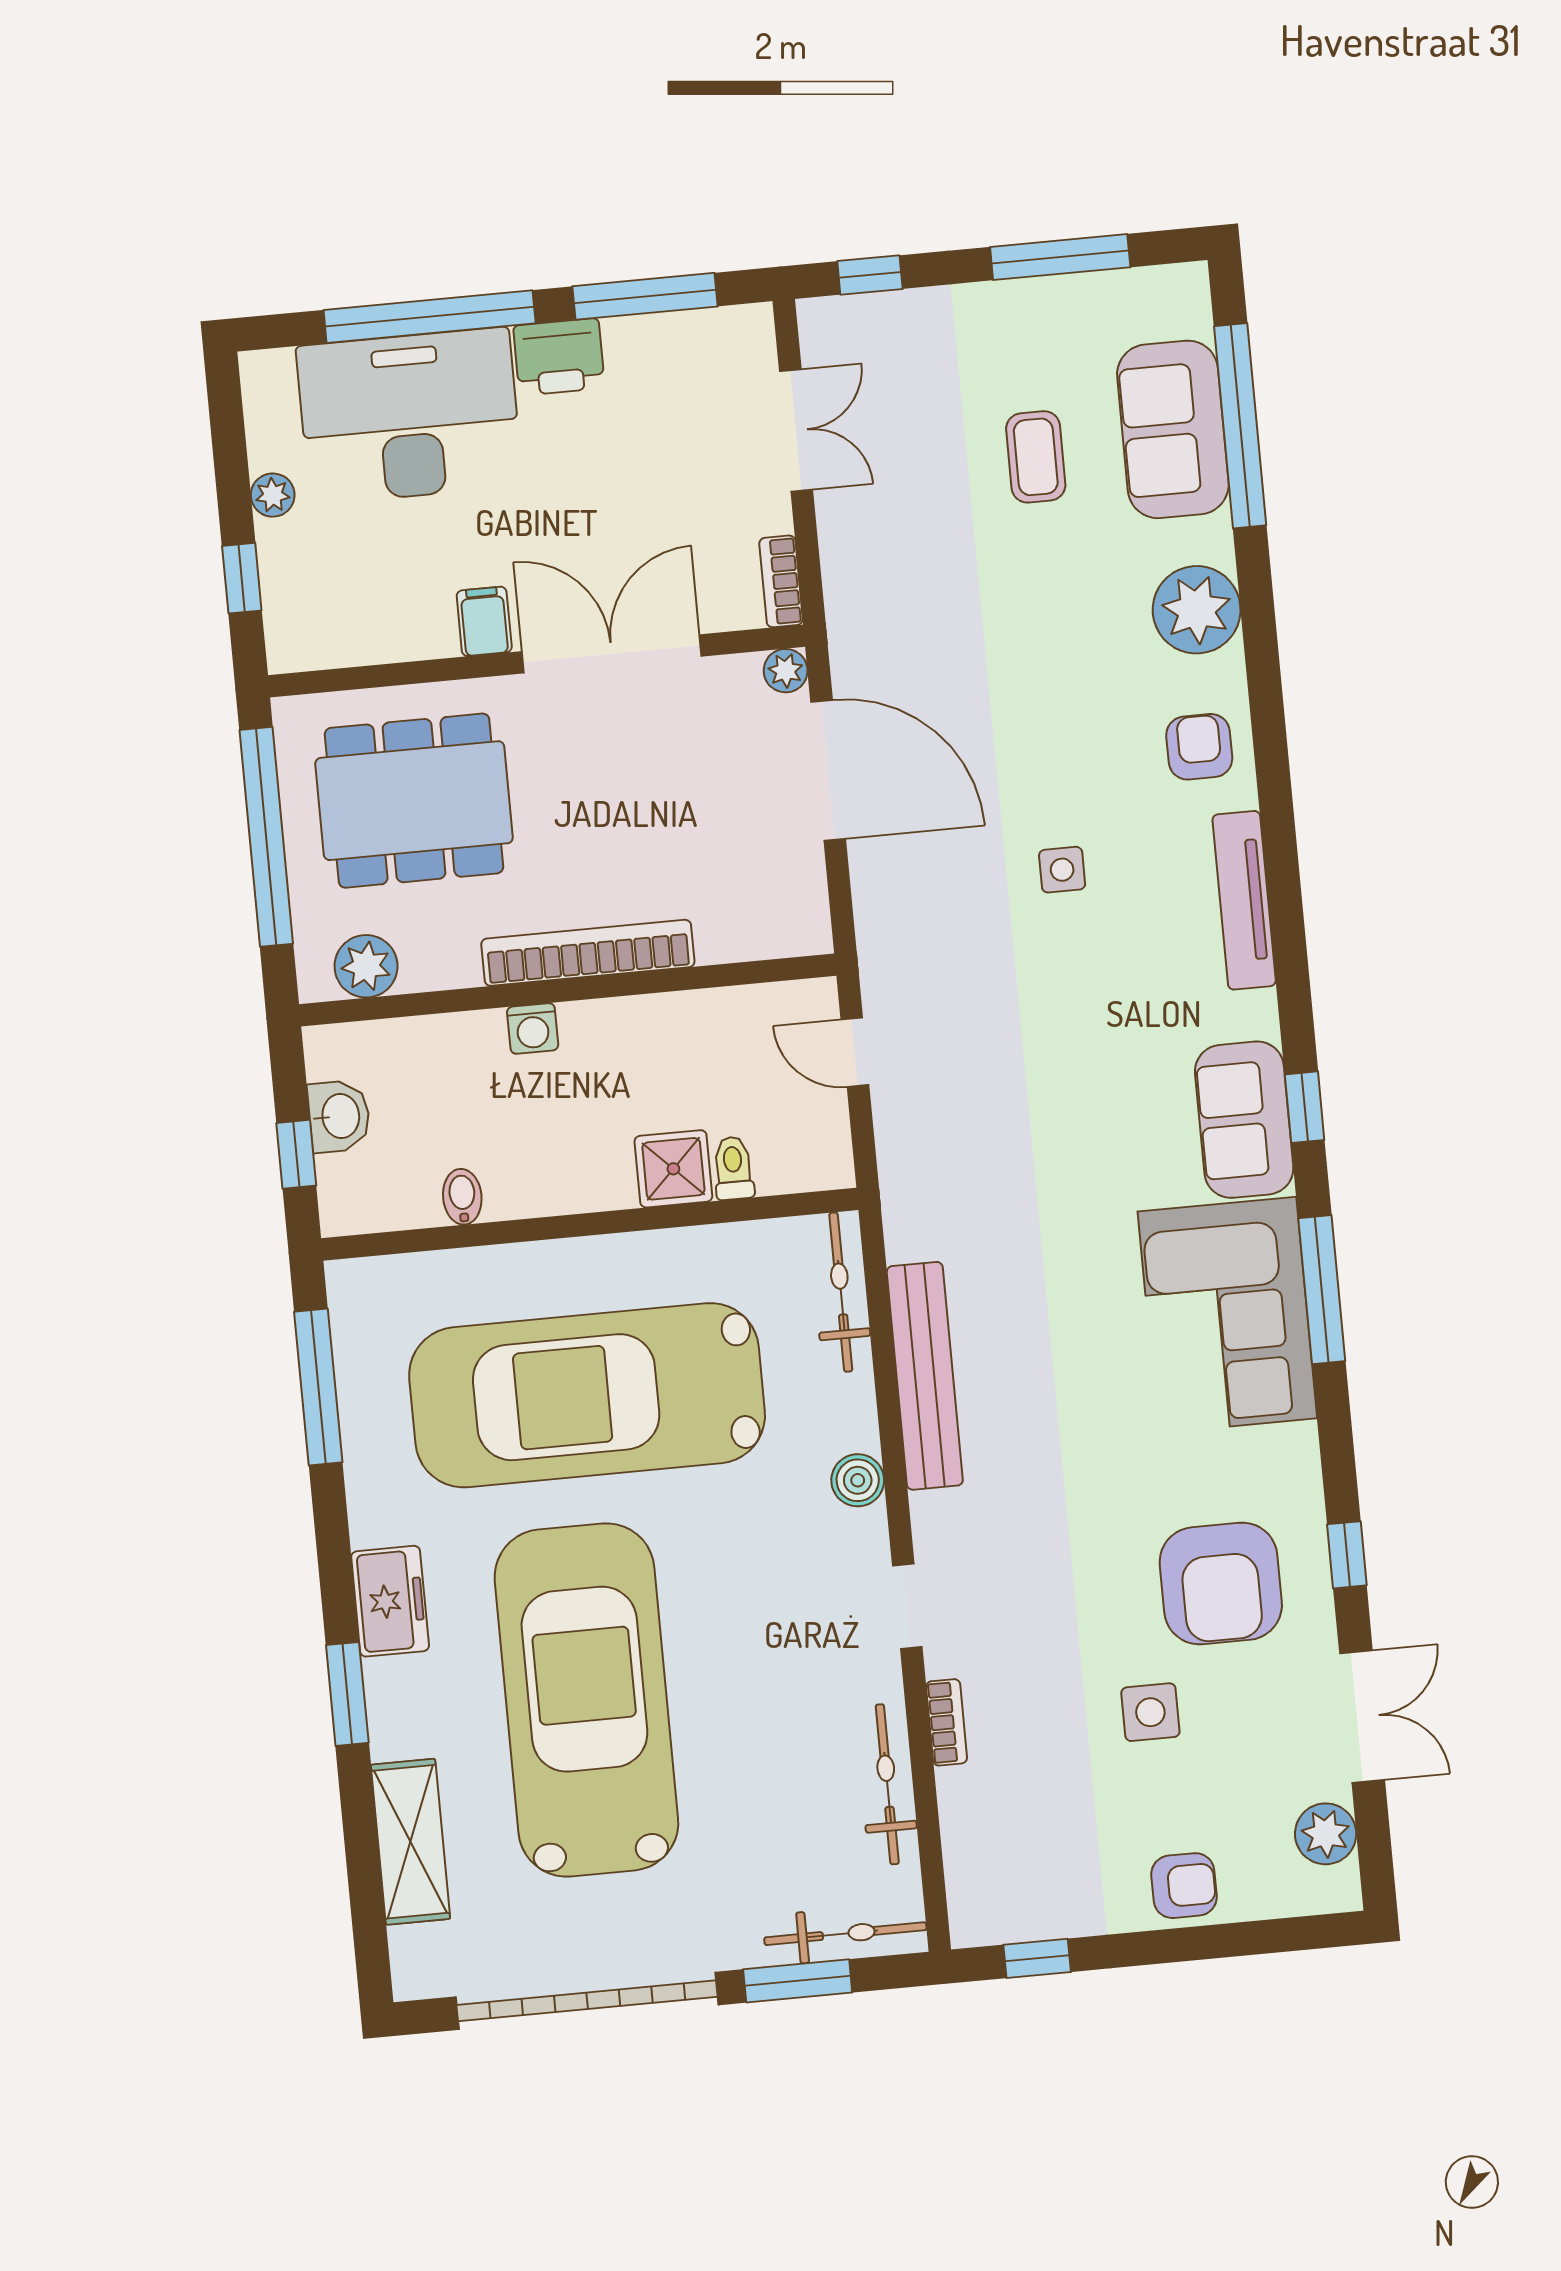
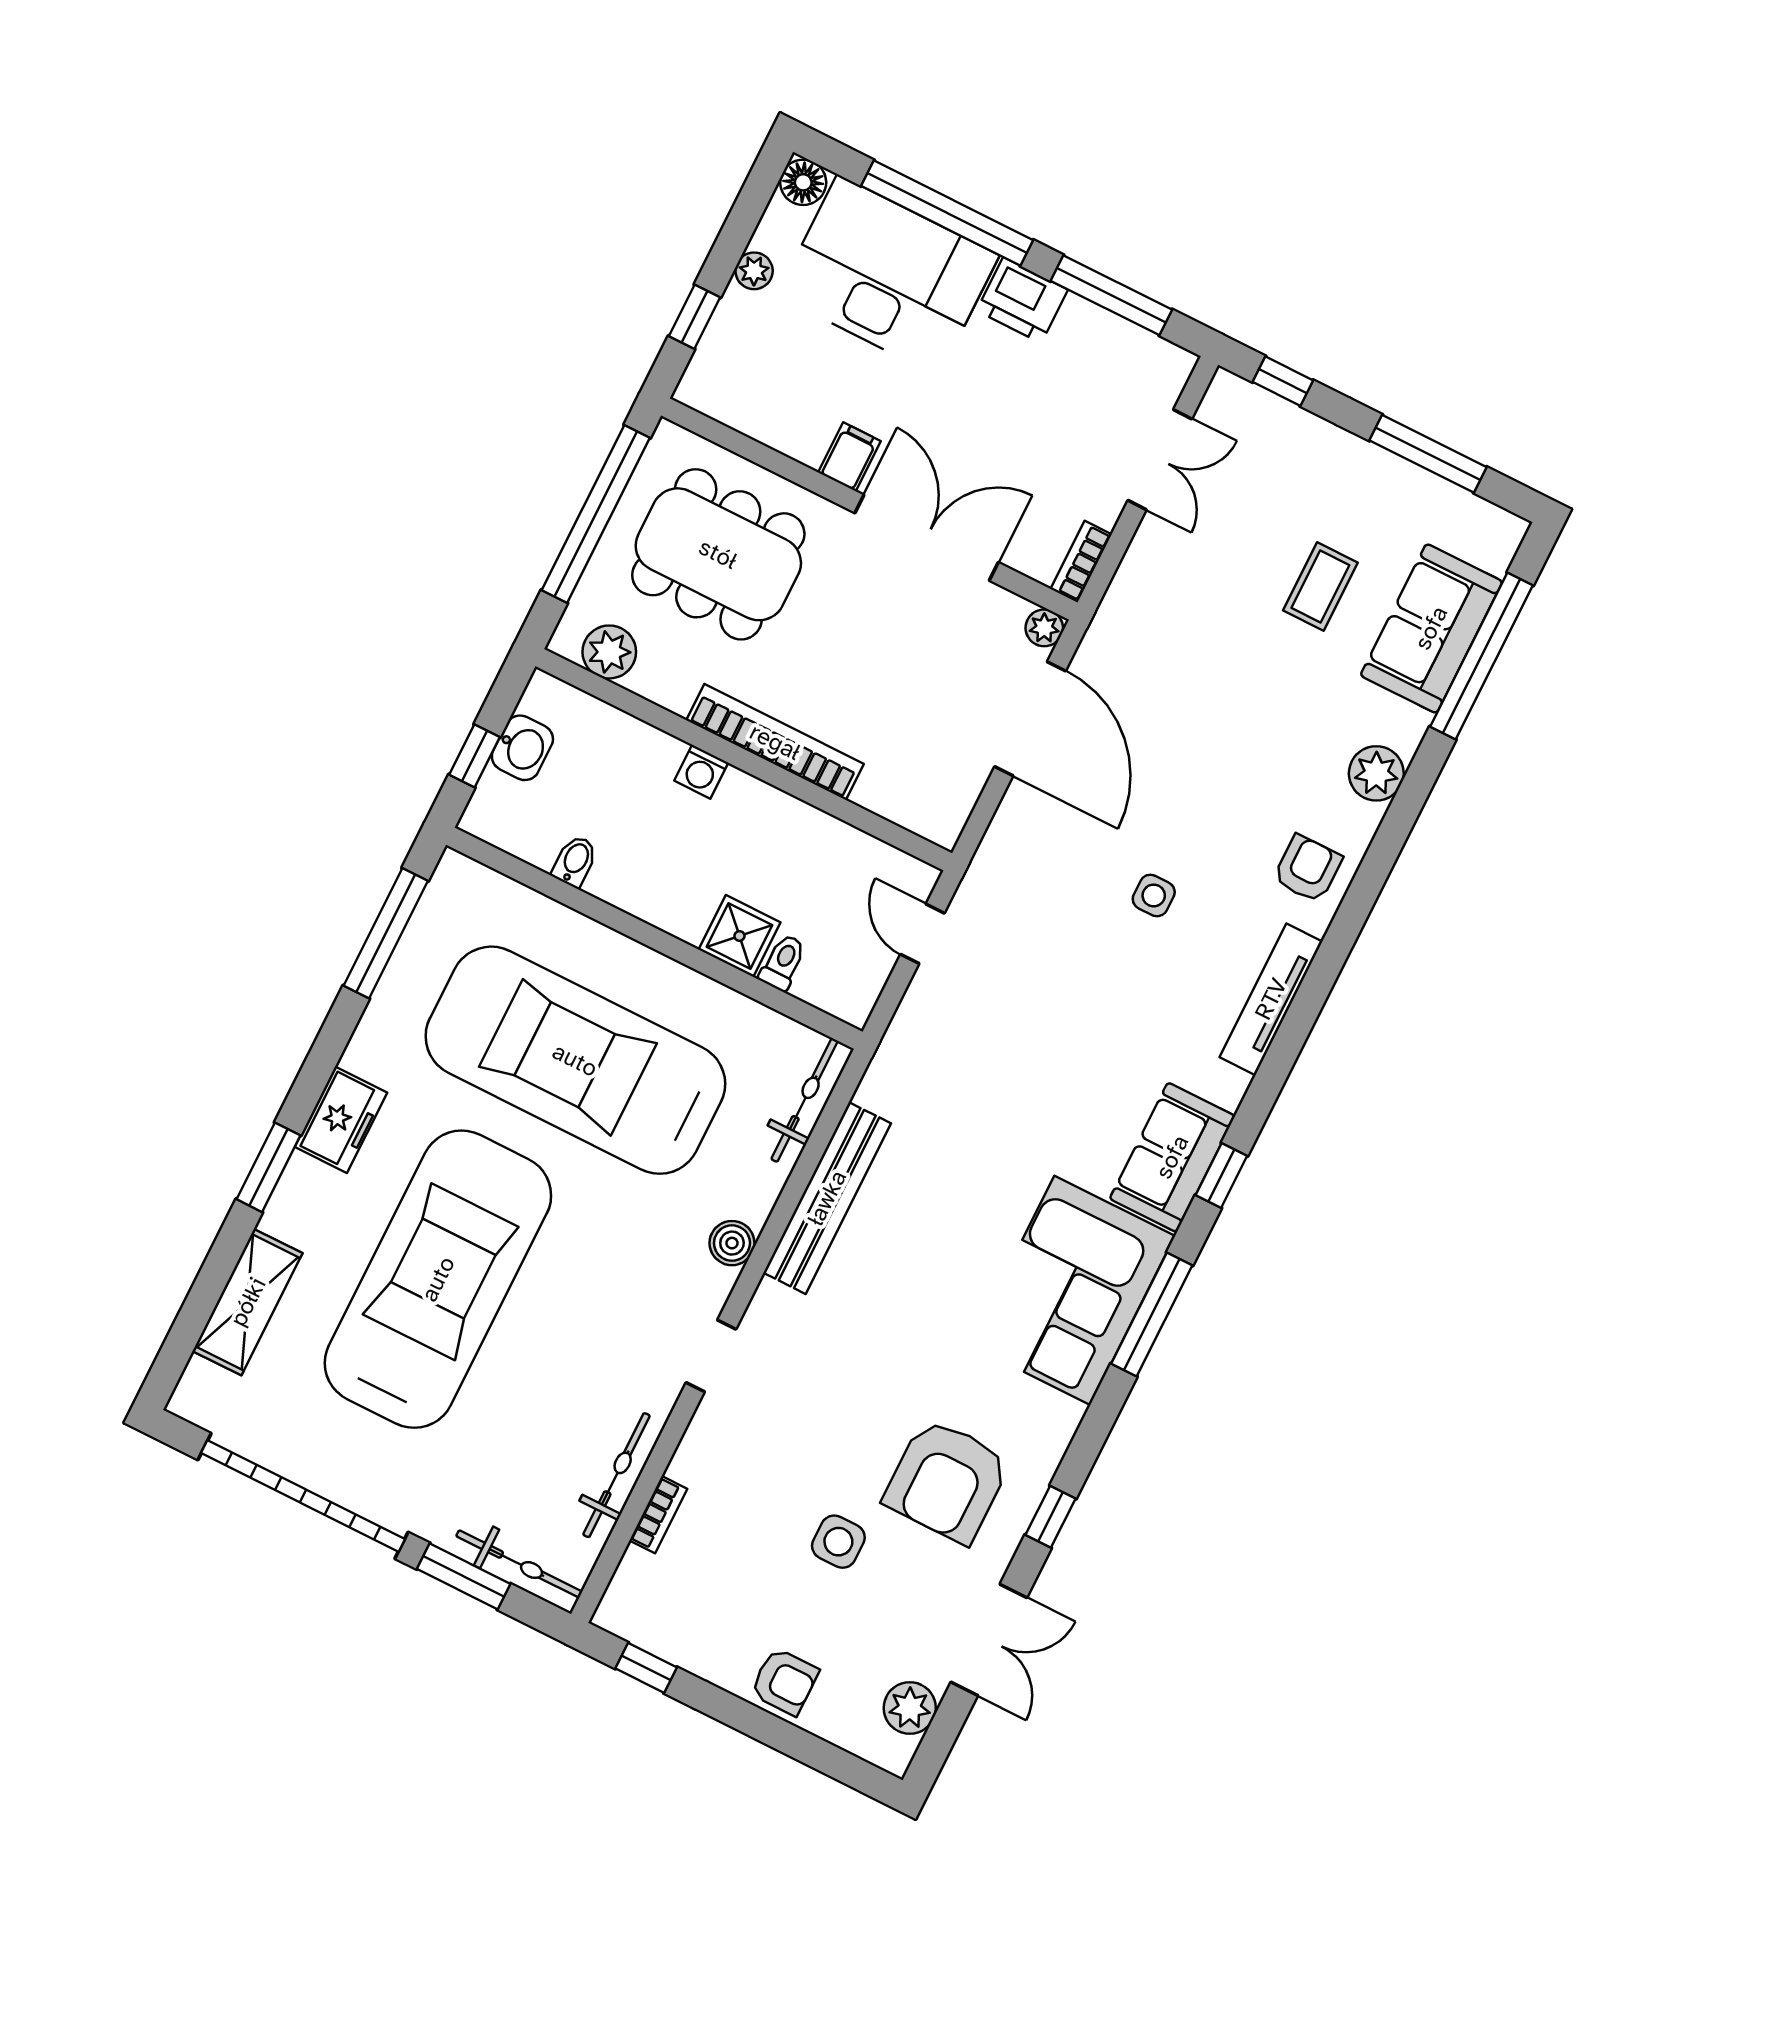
floor lamp: (267, 376) -> (803, 182), added
plant: (1197, 610) -> (1376, 773), width x0.73, depth x0.73
bookcase: (947, 1722) -> (658, 1515), moved

